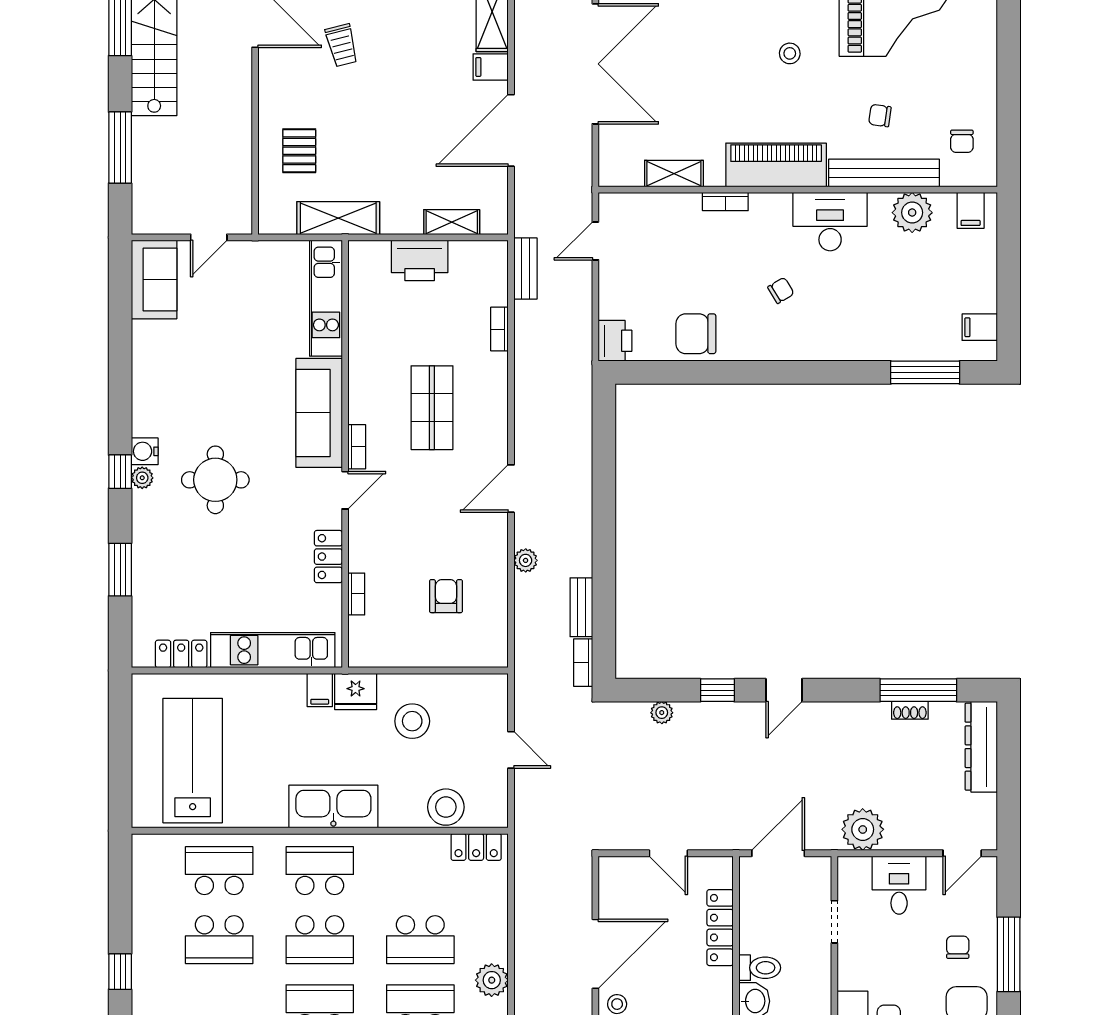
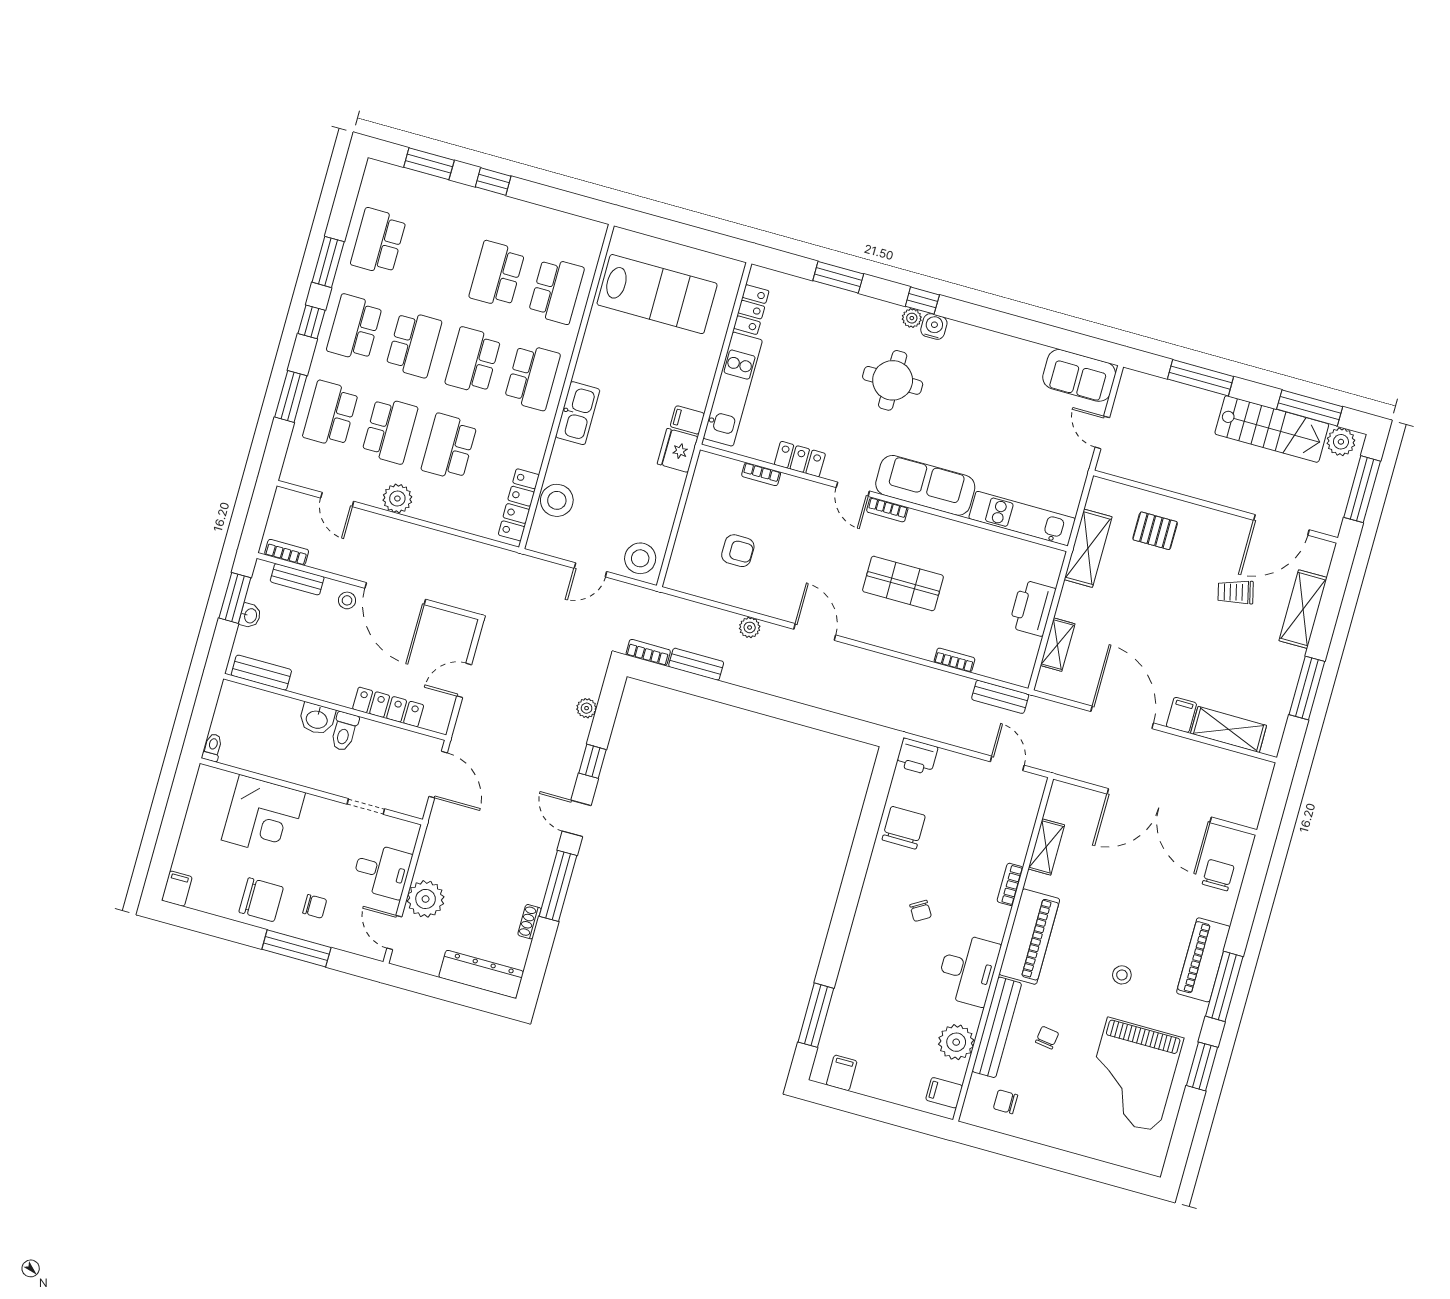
window: (918, 690) -> (558, 886), moved
stool: (412, 721) -> (640, 558), moved
kitchen sink: (333, 807) -> (578, 413), width x0.73, depth x0.81
plant: (863, 829) -> (426, 899), moved
locker: (476, 847) -> (519, 505), width x1.53

